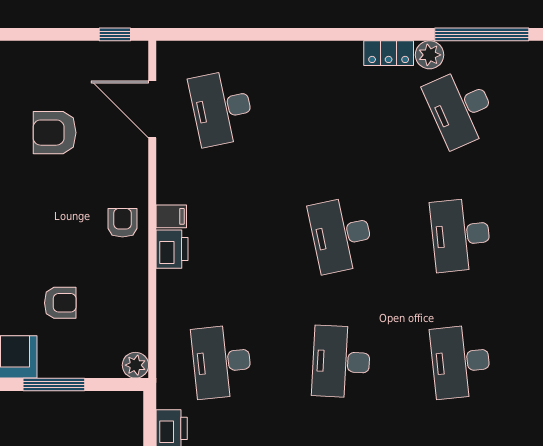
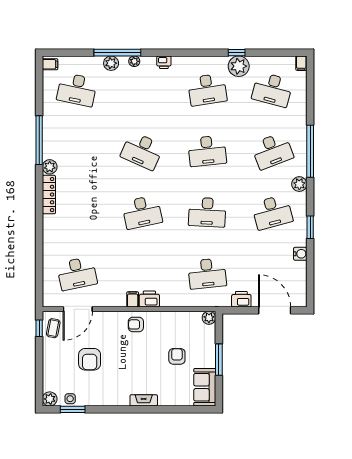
locker: (389, 53) -> (49, 195), width x1.53
coffee table: (115, 62) -> (53, 328), added
desk: (461, 108) -> (77, 151), removed
desk: (461, 235) -> (142, 151), turned 30

